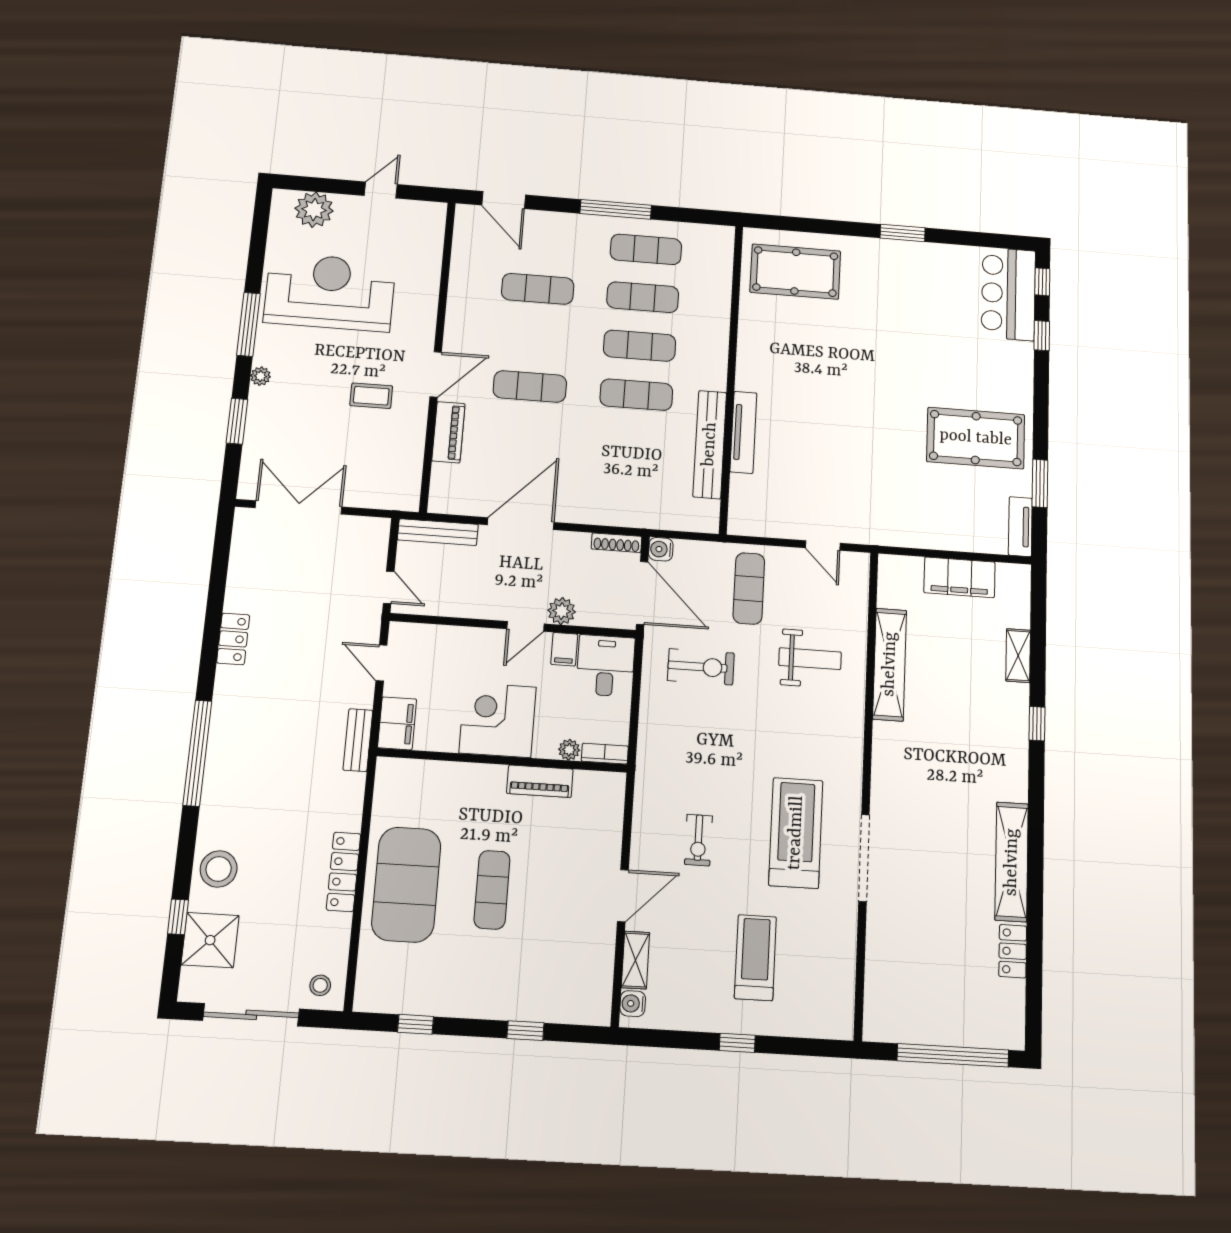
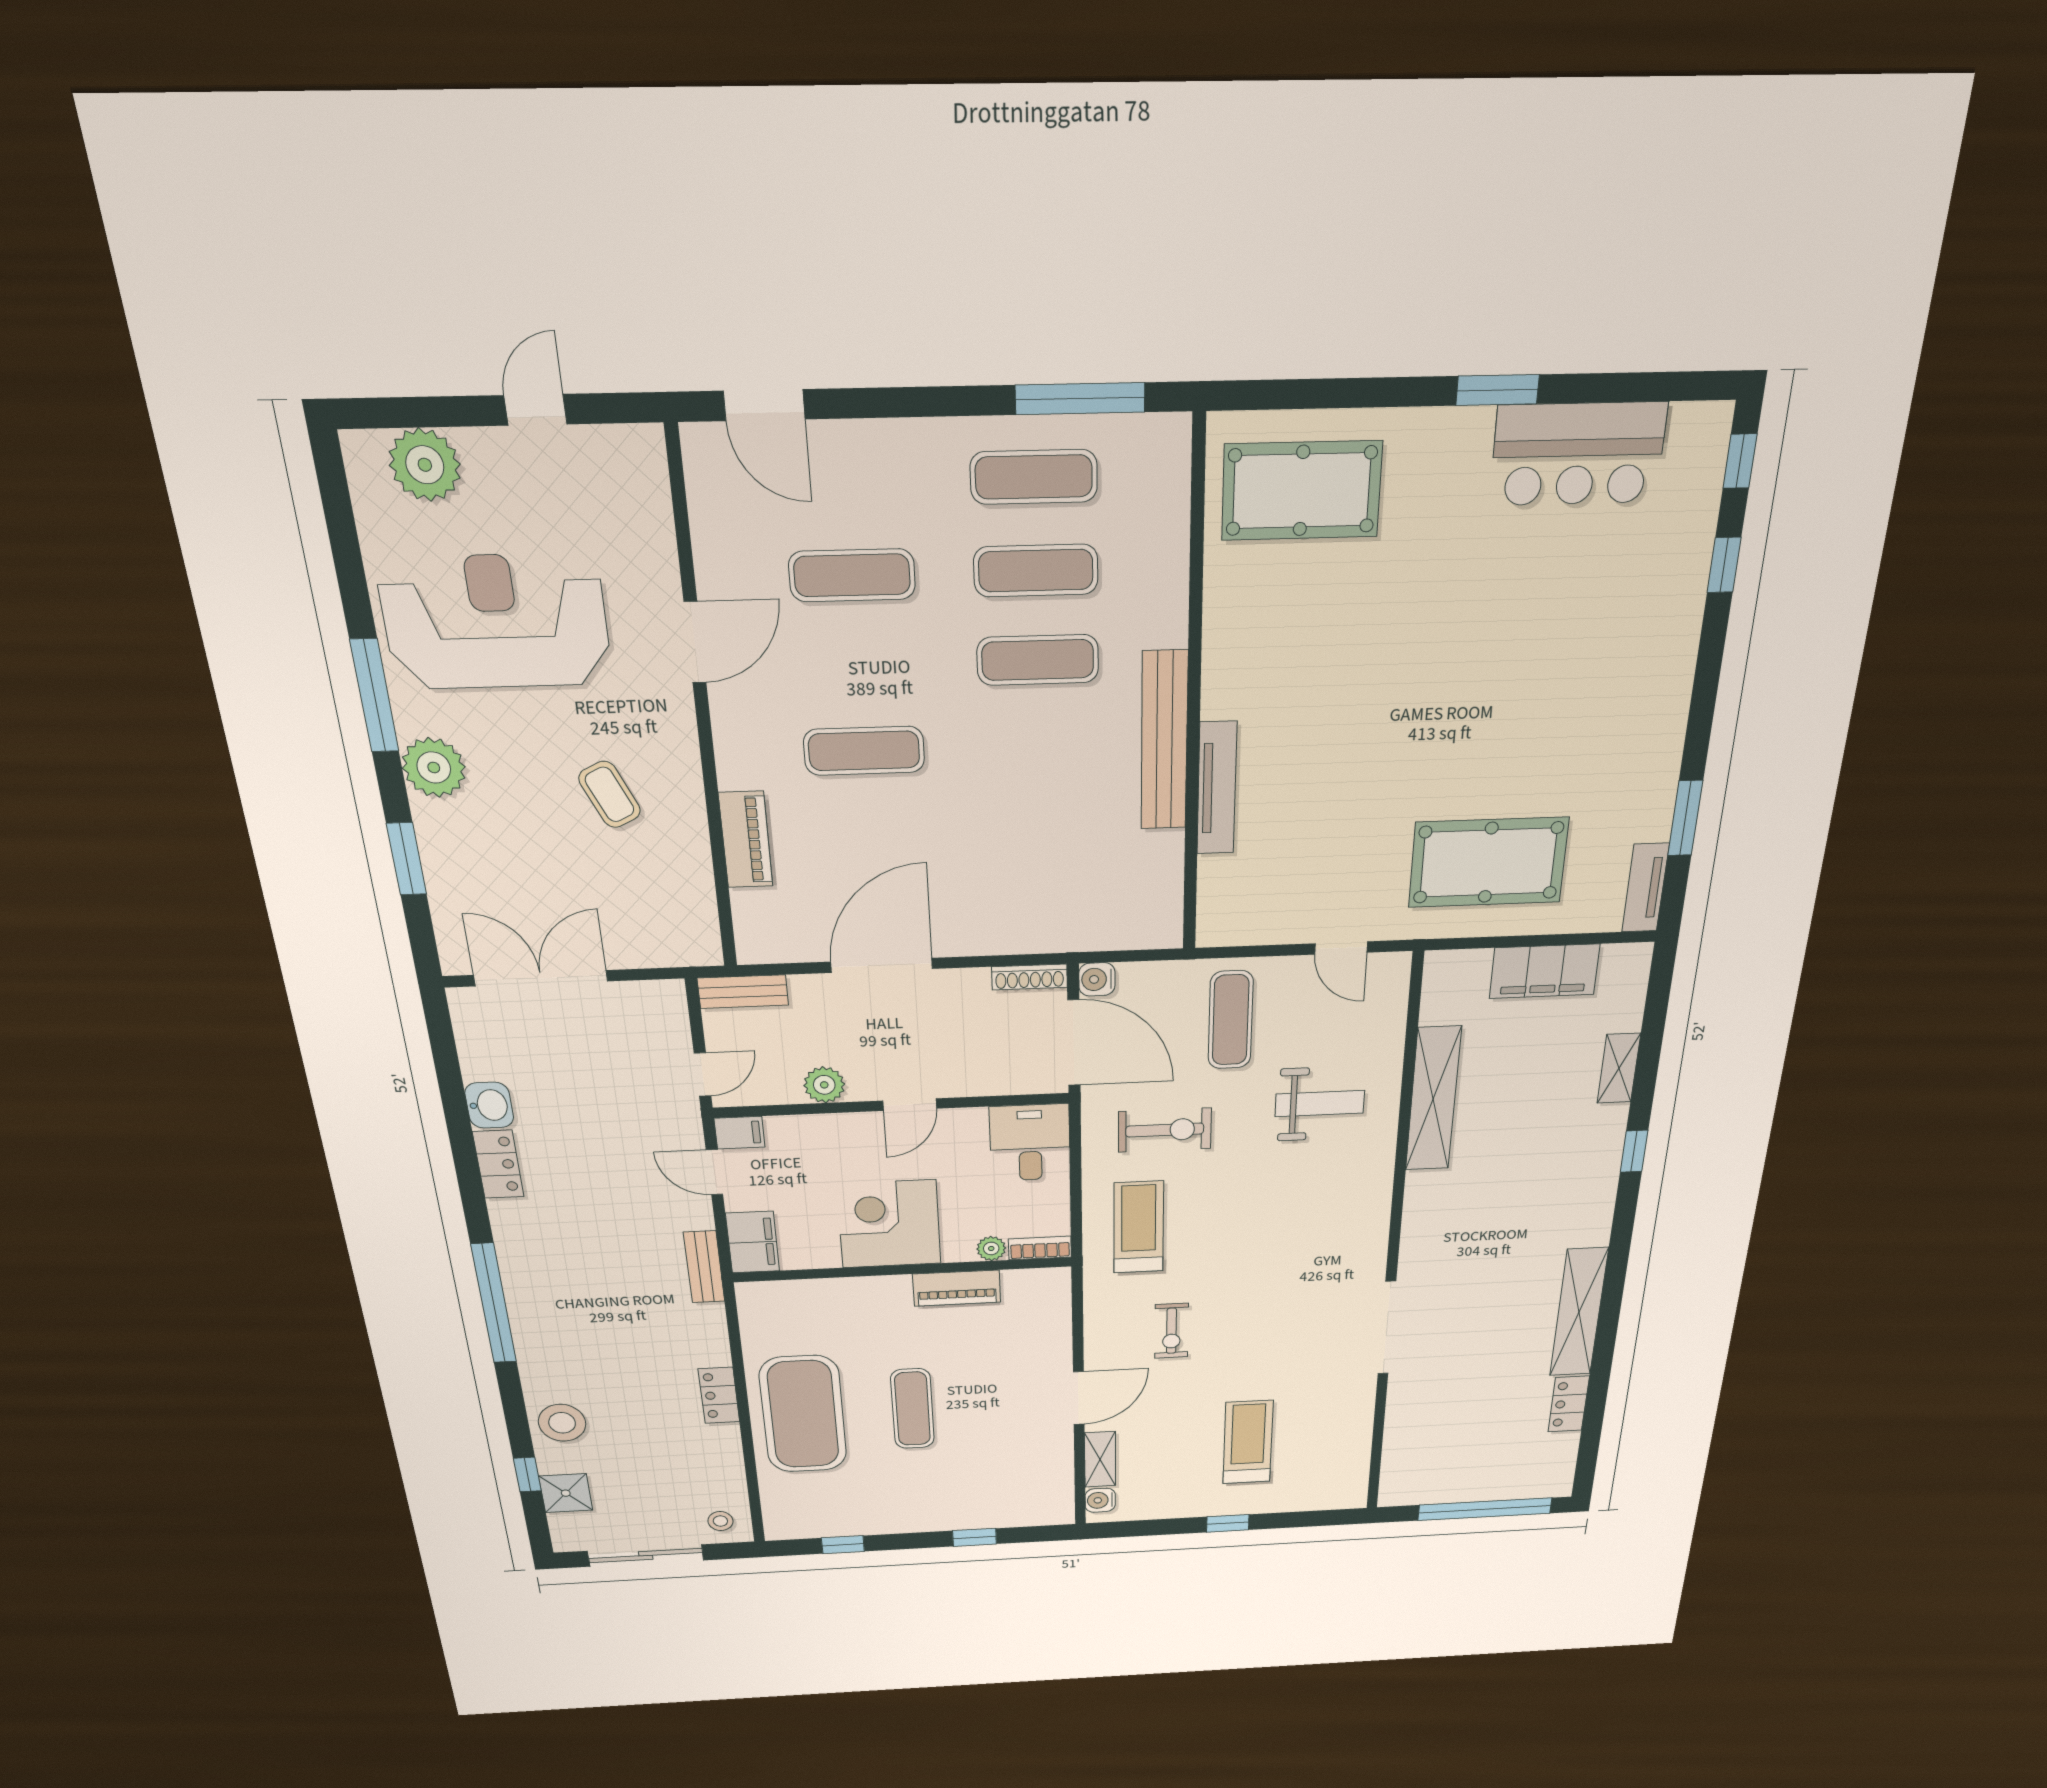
window: (616, 209) -> (1080, 399), moved
bar counter: (1008, 294) -> (1578, 454), moved, turned -90
door: (436, 374) -> (695, 642), moved
plant: (260, 376) -> (434, 767), width x1.88, depth x1.88
exercise mat: (636, 395) -> (1040, 745), removed
coffee table: (371, 396) -> (610, 794), turned 65
pool table: (976, 438) -> (1488, 863), moved
bench: (710, 444) -> (1164, 741), moved
bench: (438, 532) -> (743, 992), width x0.73
door: (389, 587) -> (703, 1074), hinge flipped
washbasin: (240, 593) -> (489, 1105), added
plant: (562, 611) -> (824, 1085), moved
filing cabinet: (564, 649) -> (739, 1133), moved, turned -90
treadmill: (796, 833) -> (1139, 1227), moved, width x0.73, depth x0.73
locker: (344, 872) -> (719, 1395), width x0.66
shower: (210, 940) -> (566, 1493), width x0.73, depth x0.73

